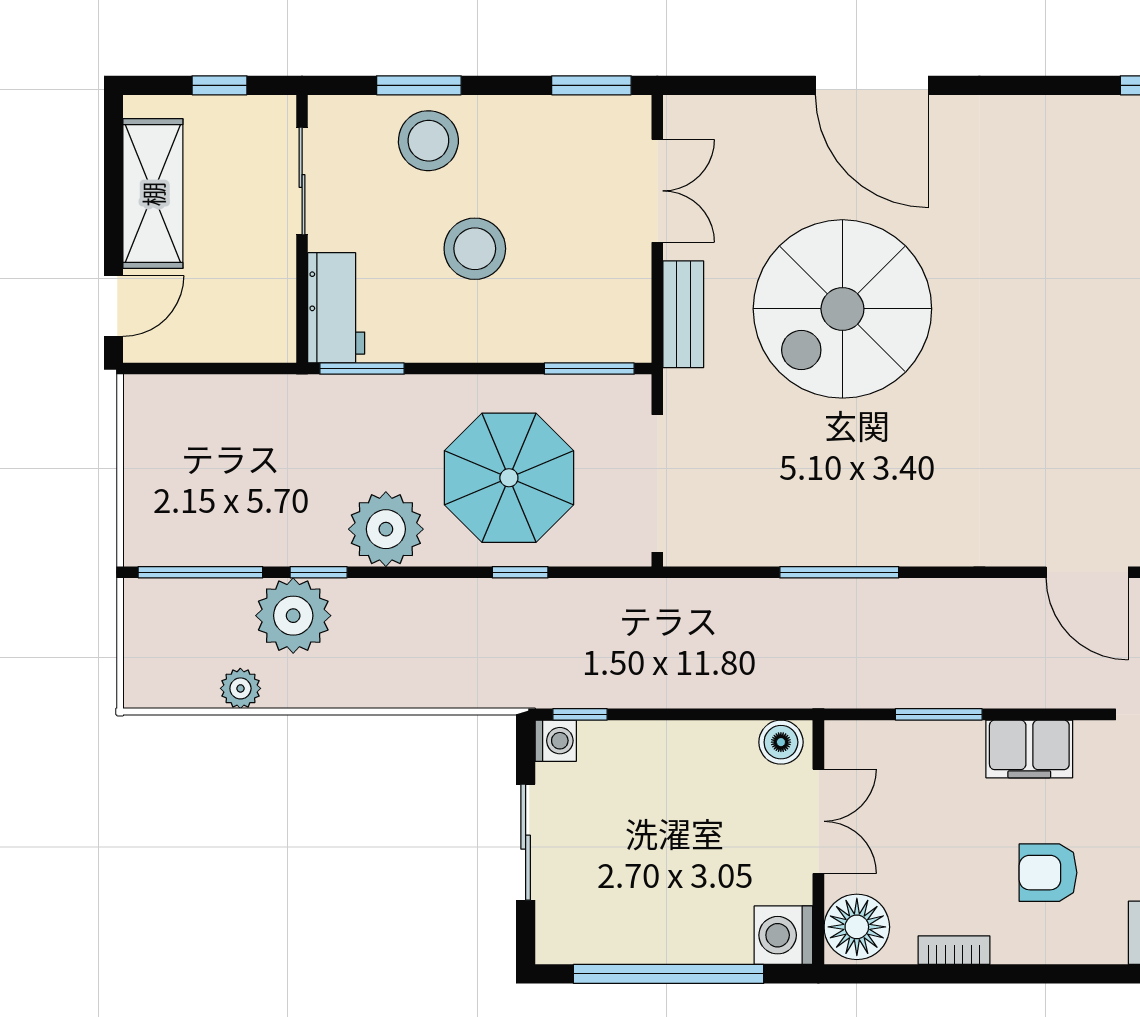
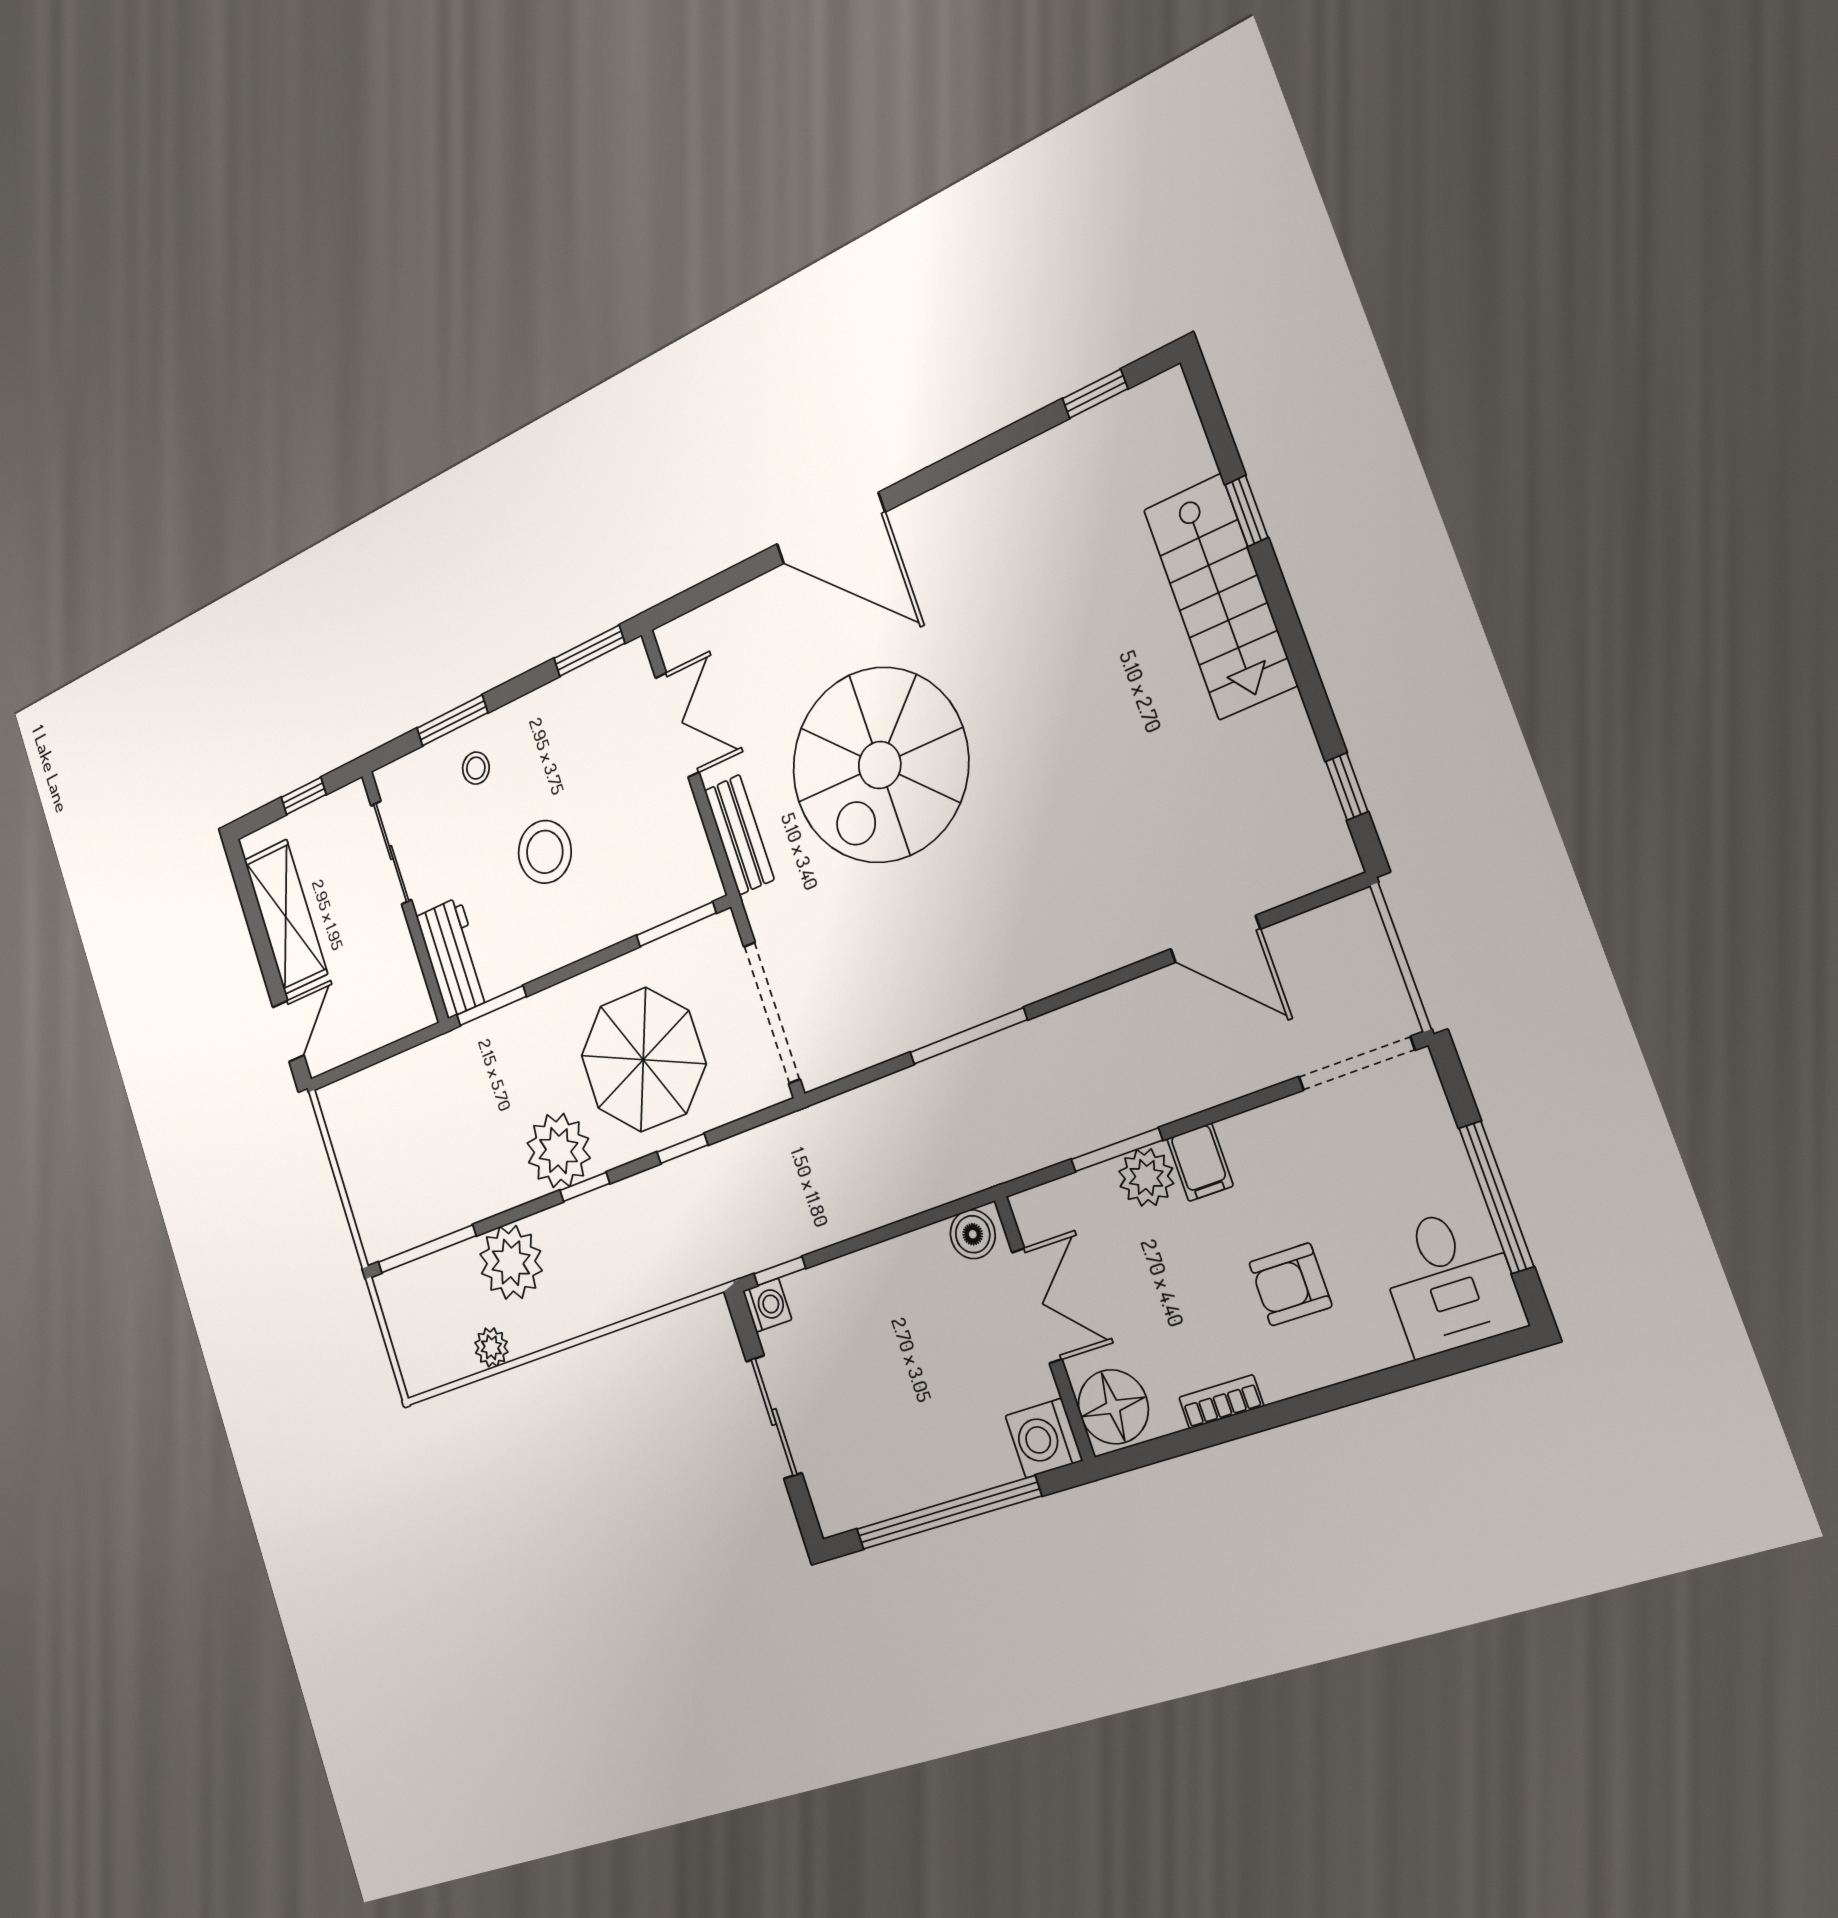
stool: (428, 141) -> (476, 768), width x0.53, depth x0.53
window: (319, 572) -> (585, 1187), moved
plant: (956, 746) -> (1146, 1177), added
filing cabinet: (1029, 749) -> (1200, 1162), width x0.50

